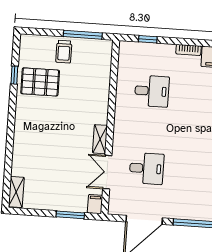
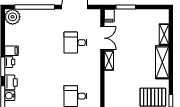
shelving: (23, 131) -> (162, 62), added
shelving: (16, 192) -> (164, 34), moved

